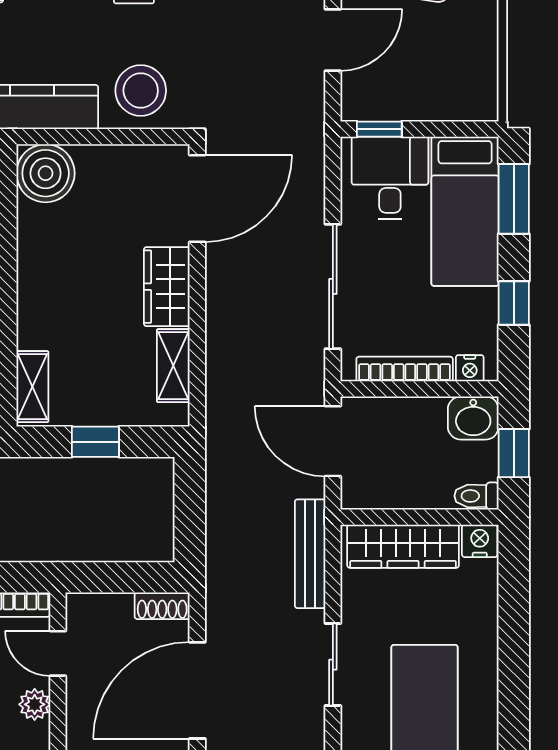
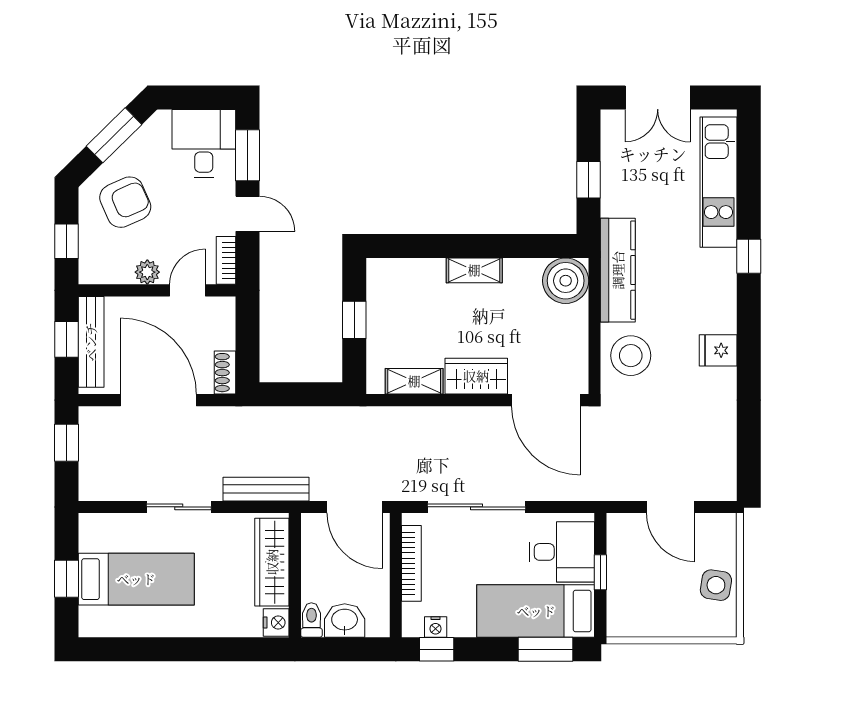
window: (379, 129) -> (600, 572), moved
window: (514, 303) -> (437, 649), moved
nightstand: (470, 368) -> (436, 627), moved, turned -90
shelving: (32, 387) -> (474, 270), moved
washbasin: (473, 418) -> (345, 621), moved, turned 90
door: (333, 441) -> (355, 507), swing flipped
window: (514, 453) -> (345, 649), removed

